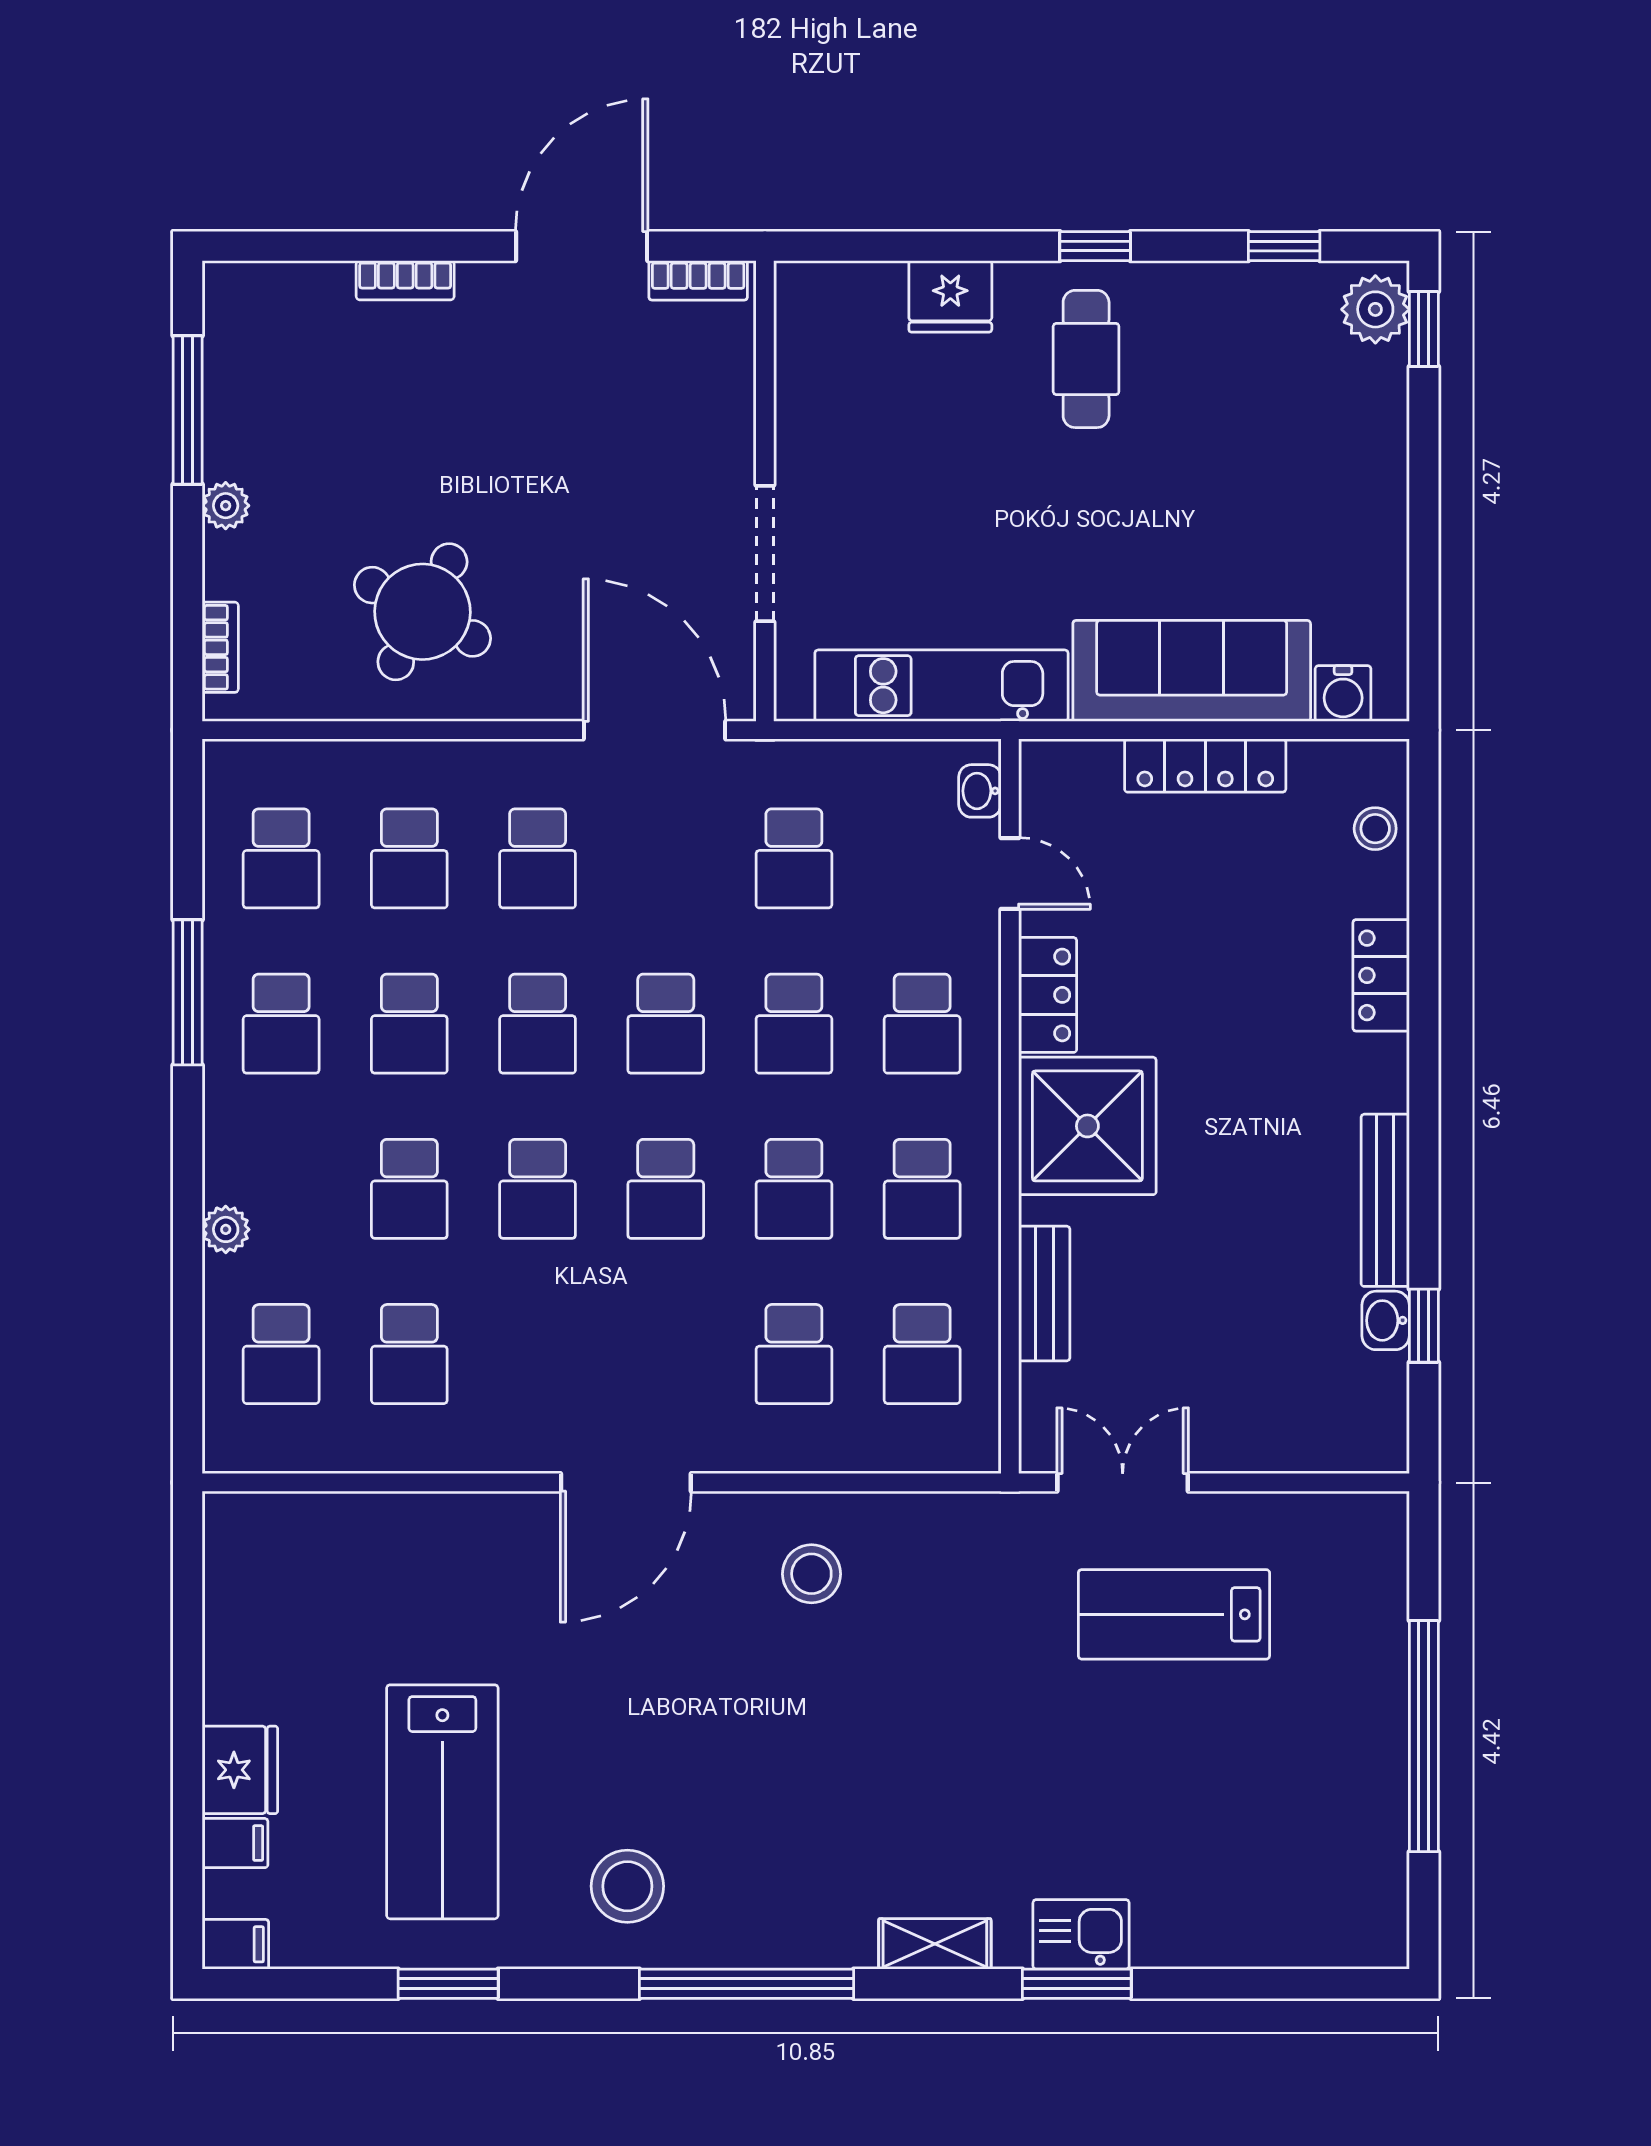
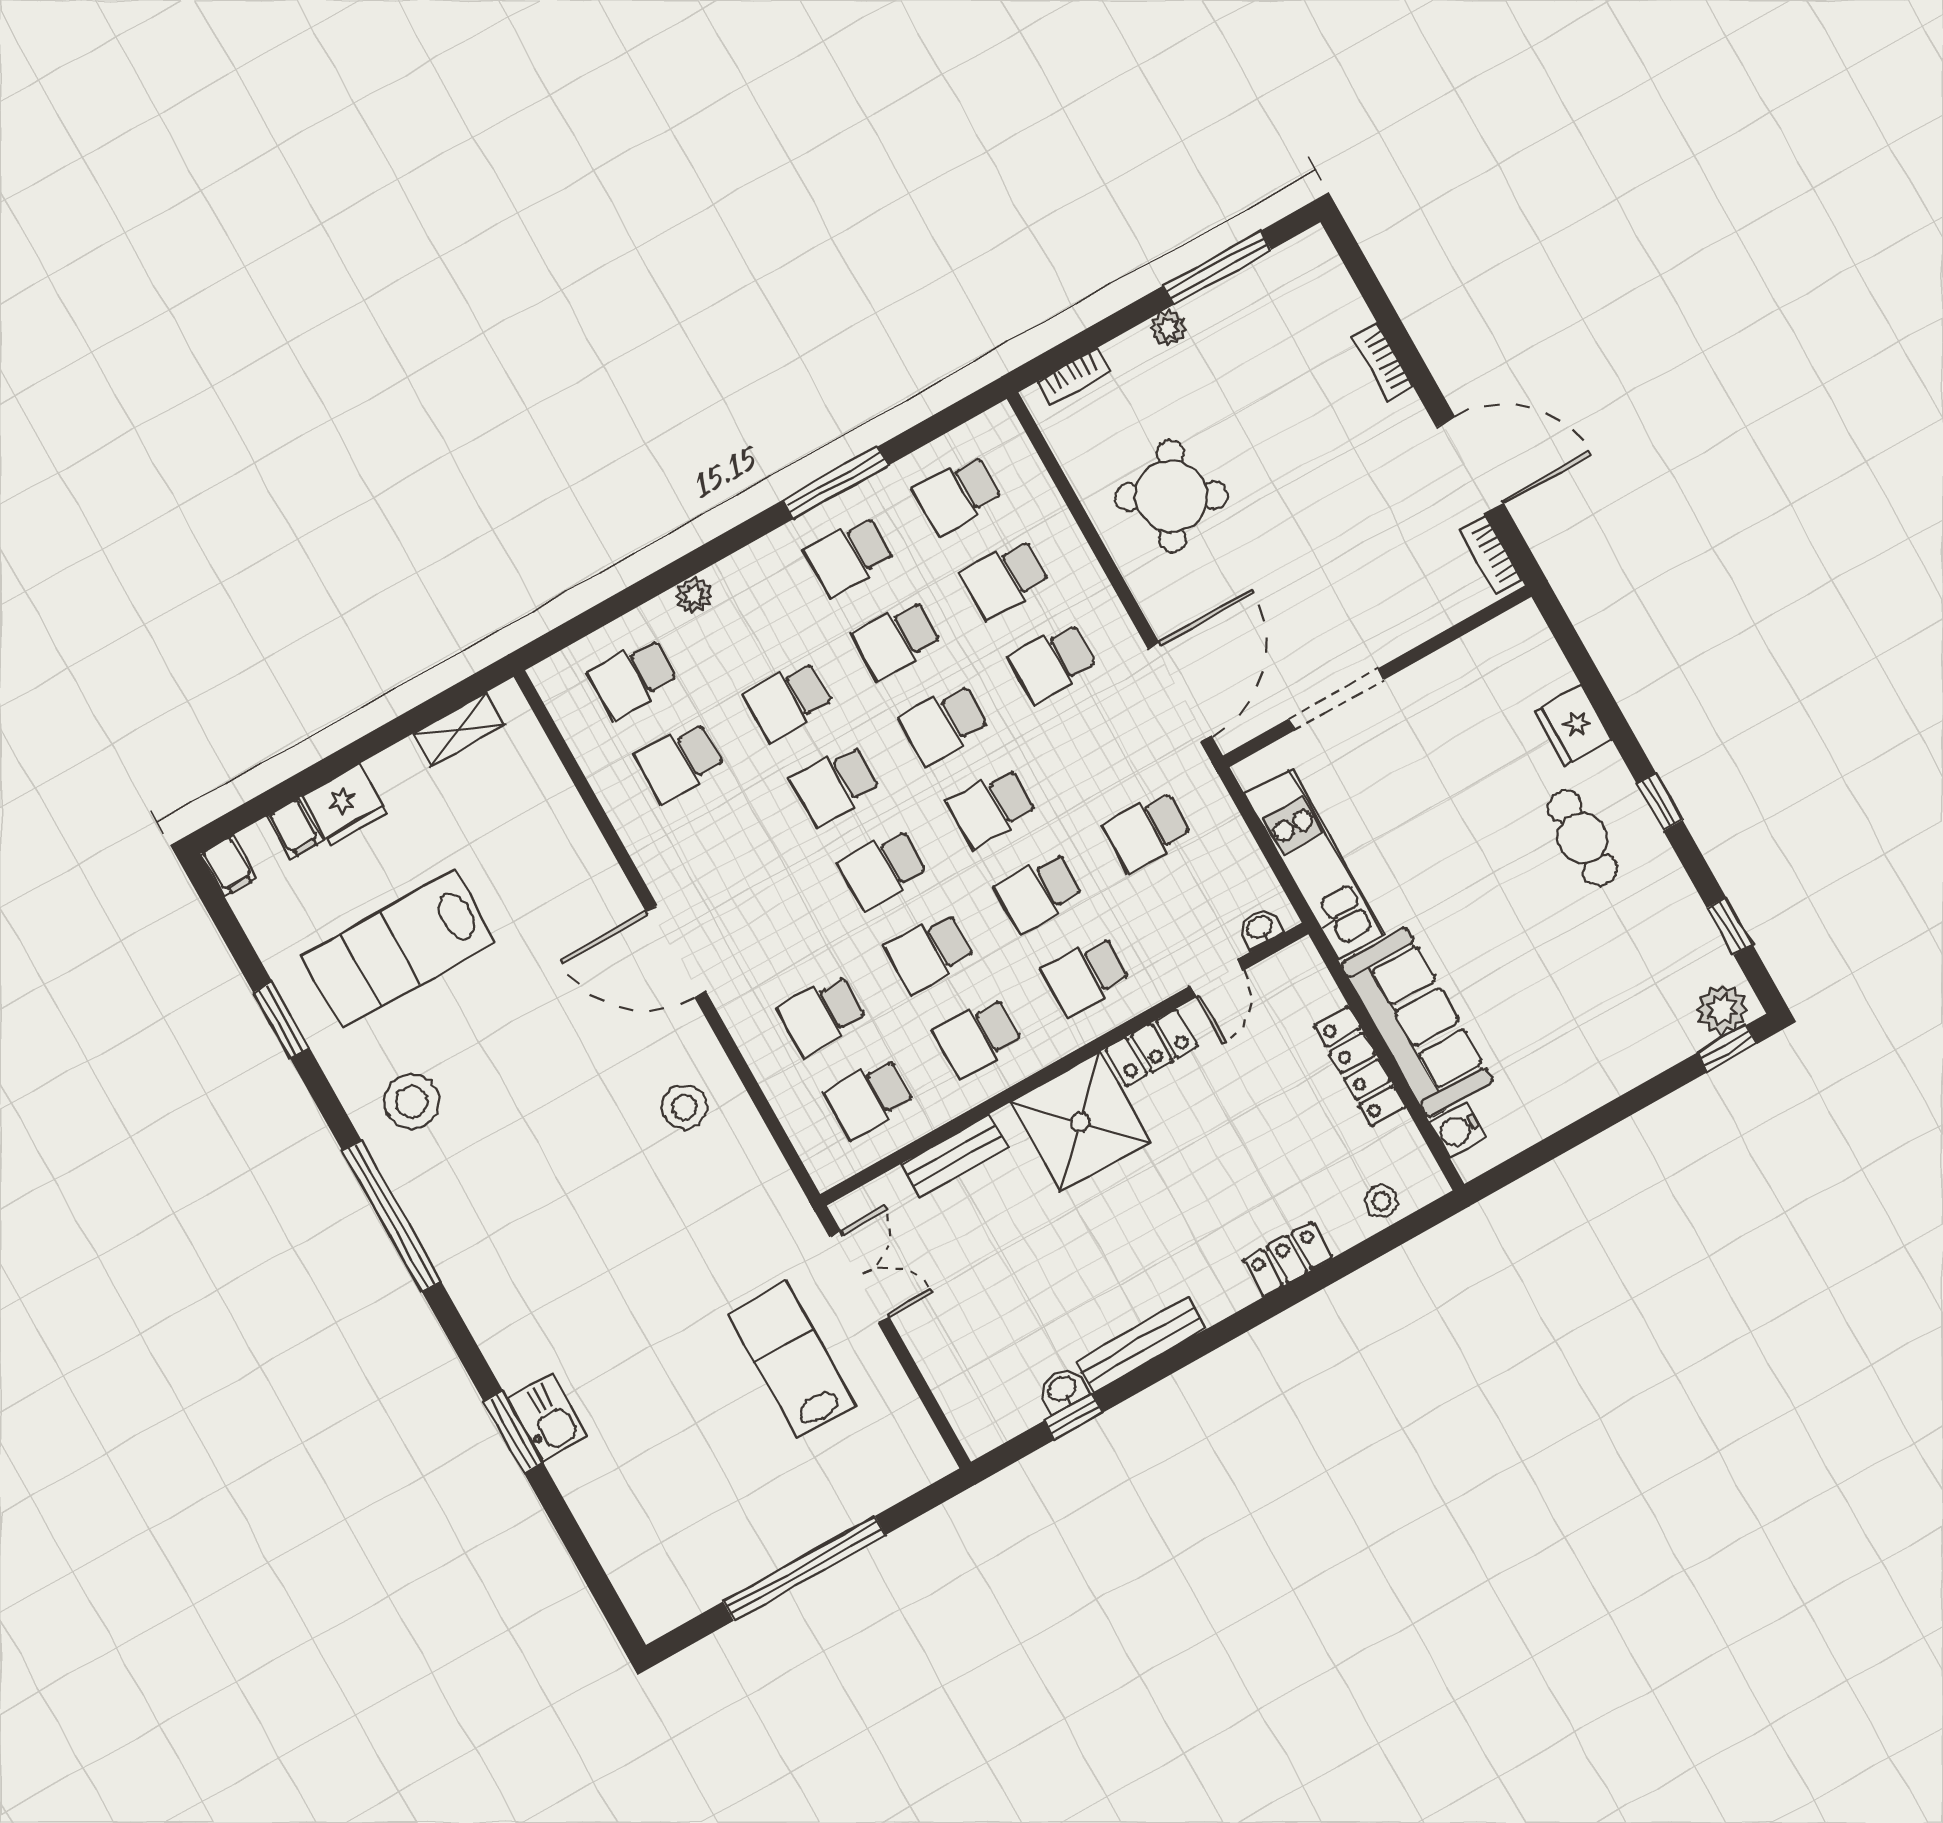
cafe table: (1086, 359) -> (1582, 838), turned 90
shelving: (935, 1944) -> (459, 729), moved, turned 90

